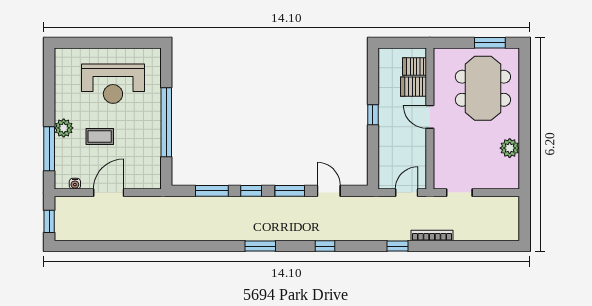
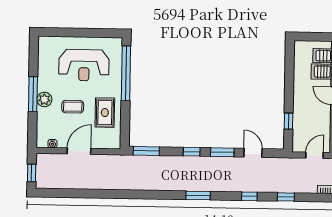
window: (373, 115) -> (289, 121), moved
window: (166, 122) -> (126, 73), moved
rug: (140, 143) -> (105, 113), added
window: (49, 149) -> (33, 94), moved
window: (212, 191) -> (146, 151), moved
window: (397, 246) -> (286, 197), moved

